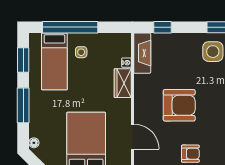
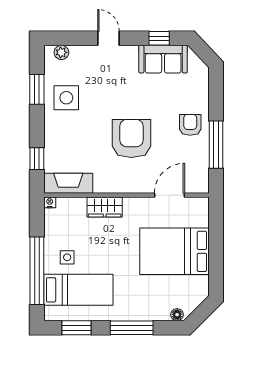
nightstand: (127, 63) -> (50, 202), moved

